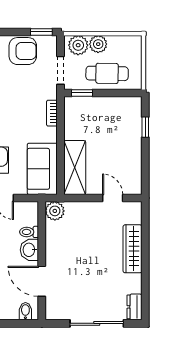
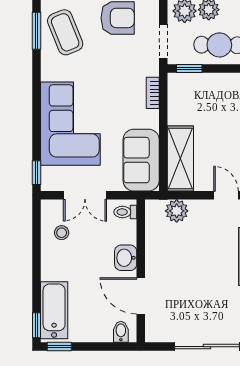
plant: (55, 211) -> (177, 211), moved
toilet: (29, 232) -> (125, 212), moved

